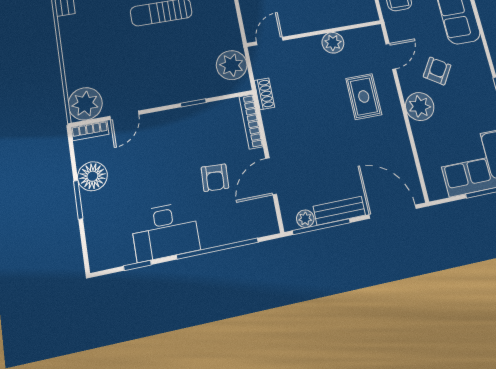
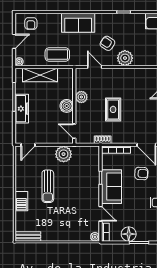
boiler: (312, 20) -> (67, 106), added
plant: (232, 65) -> (64, 154), moved
rug: (364, 97) -> (113, 109), moved, turned 90
plant: (85, 104) -> (95, 237), width x0.53, depth x0.53
sofa: (180, 126) -> (112, 187), added

